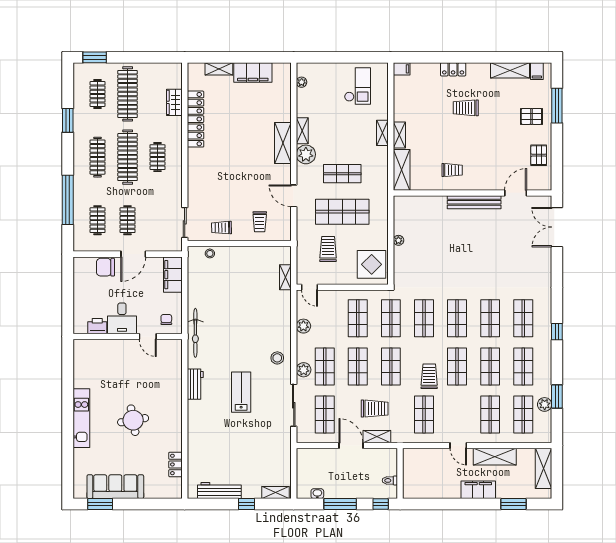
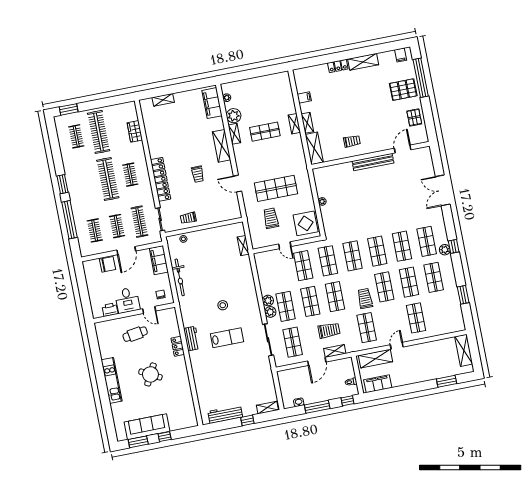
filing cabinet: (402, 69) -> (304, 98), moved
shelving: (510, 70) -> (363, 62), moved
filing cabinet: (253, 73) -> (212, 103), moved, turned 90
checkout: (357, 86) -> (269, 92), removed
window: (557, 106) -> (421, 78), width x1.46
trolley: (466, 108) -> (353, 93), removed
pallet: (531, 116) -> (403, 90), width x1.50, depth x1.42
locker: (195, 119) -> (161, 179), moved
window: (68, 120) -> (63, 184), moved
plant: (306, 154) -> (234, 116), moved
clothes rail: (98, 157) -> (139, 222), moved
shop shelf: (342, 174) -> (265, 132), moved
trolley: (260, 222) -> (198, 174), moved
double door: (557, 227) -> (443, 190), moved
chair: (105, 267) -> (107, 264), turned 180
door: (309, 287) -> (285, 245), moved
plant: (303, 326) -> (268, 301), moved
bicycle: (195, 333) -> (180, 277), moved
stool: (277, 358) -> (223, 305), moved
cafe table: (123, 364) -> (135, 334), added
lab bench: (241, 392) -> (227, 338), turned 90
plant: (545, 404) -> (445, 250), moved
shop shelf: (523, 415) -> (441, 313), removed
round table: (133, 420) -> (150, 374), turned 38
door: (351, 446) -> (317, 361), swing flipped
door: (458, 446) -> (397, 346), swing flipped
shelving: (495, 457) -> (376, 359), moved
locker: (175, 464) -> (178, 346), moved
filing cabinet: (478, 490) -> (378, 384), moved
window: (135, 504) -> (165, 437), added

